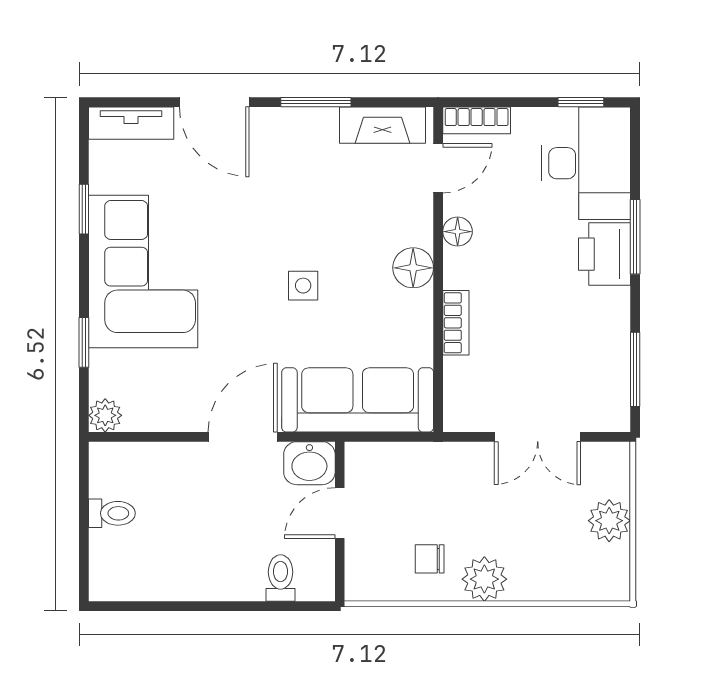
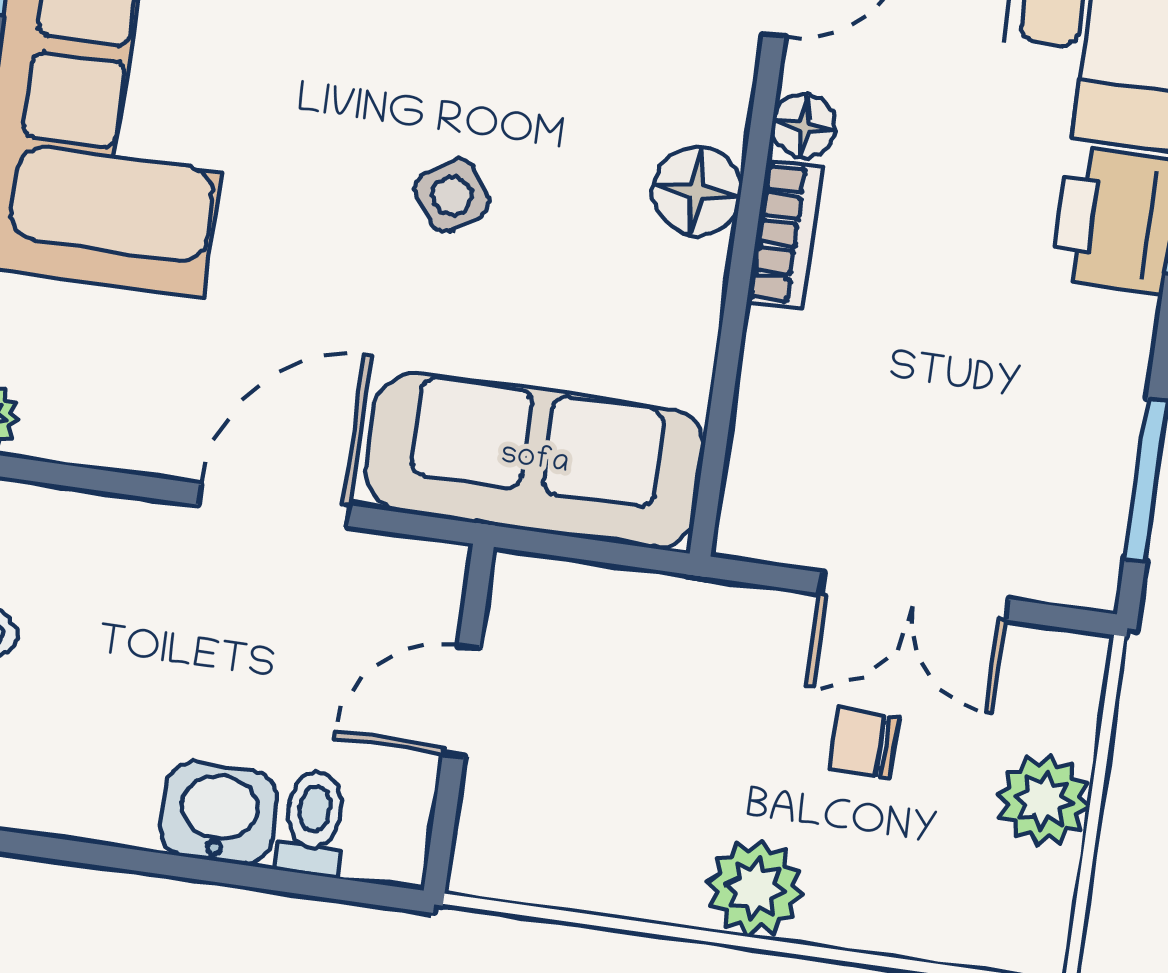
side table: (303, 286) -> (452, 195), turned -34
bookcase: (456, 323) -> (785, 234), moved
washbasin: (309, 463) -> (219, 814), moved, turned 180
chair: (430, 559) -> (864, 743), moved

